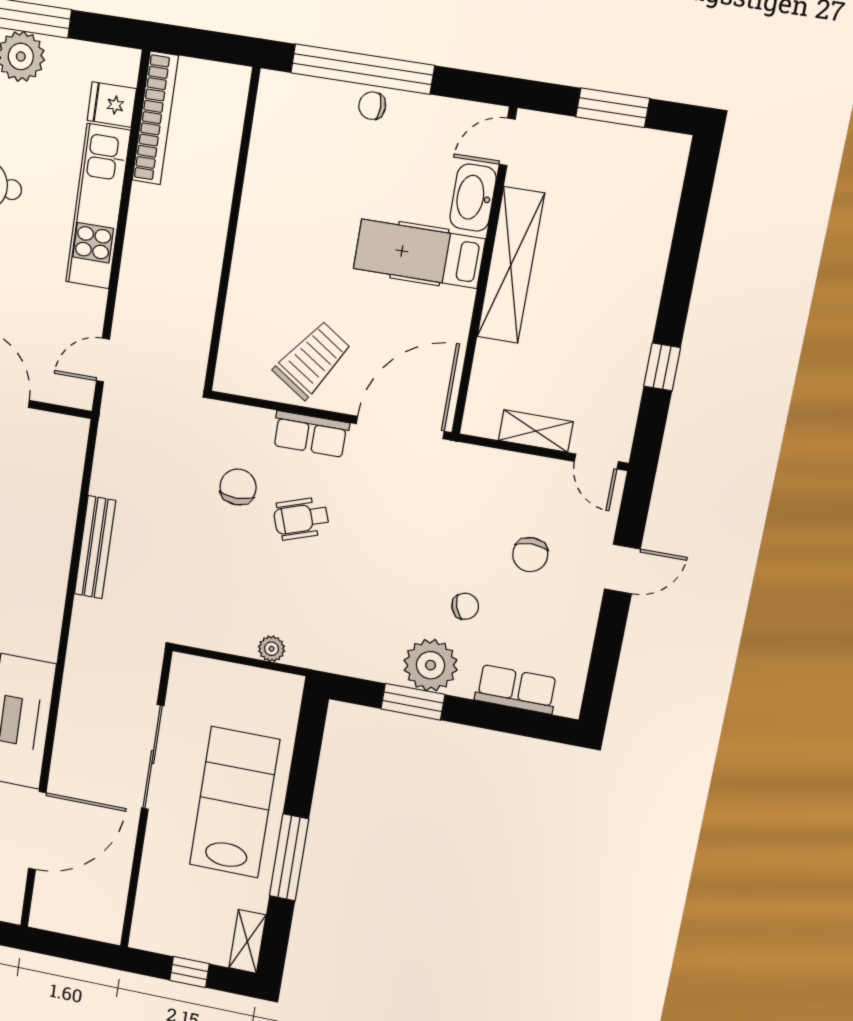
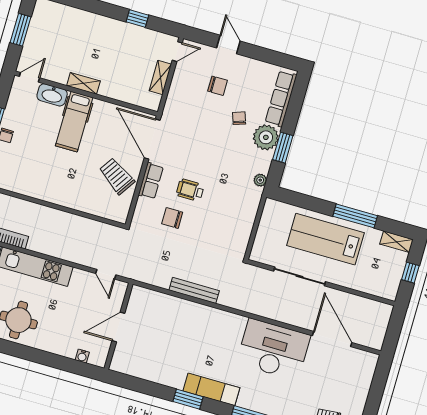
door: (507, 142) -> (29, 77), swing flipped
shelving: (511, 265) -> (83, 83), width x0.45, depth x0.75
wheelchair: (301, 519) -> (190, 190), turned 109
plant: (272, 649) -> (260, 180), moved
row of seats: (516, 689) -> (281, 99), width x1.48

